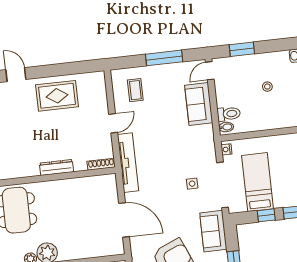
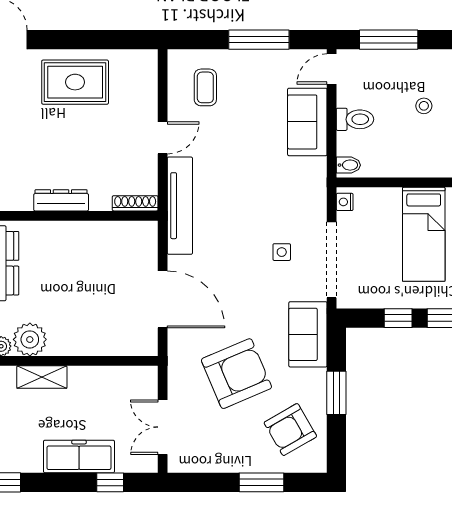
window: (242, 49) -> (389, 40), width x1.44
toilet: (229, 114) -> (355, 119), moved
bed: (257, 182) -> (424, 234), moved, turned 180

